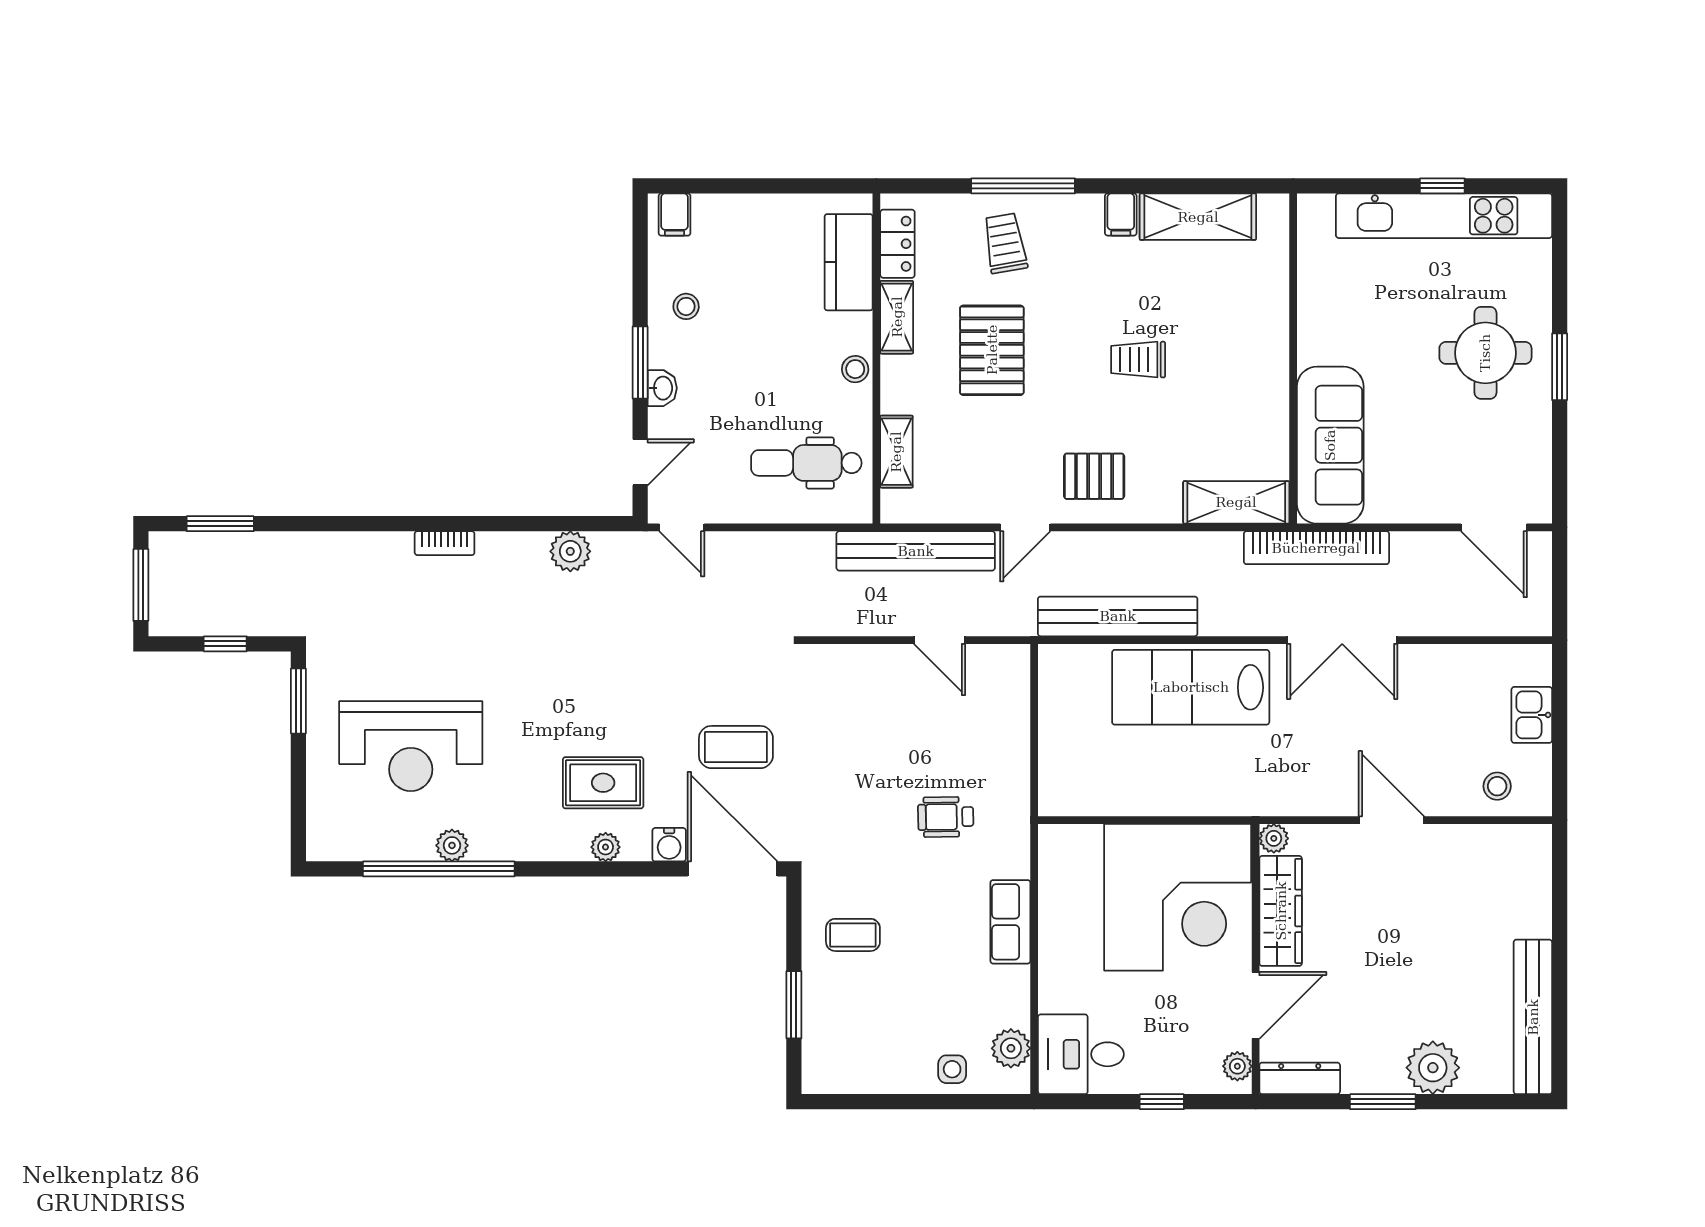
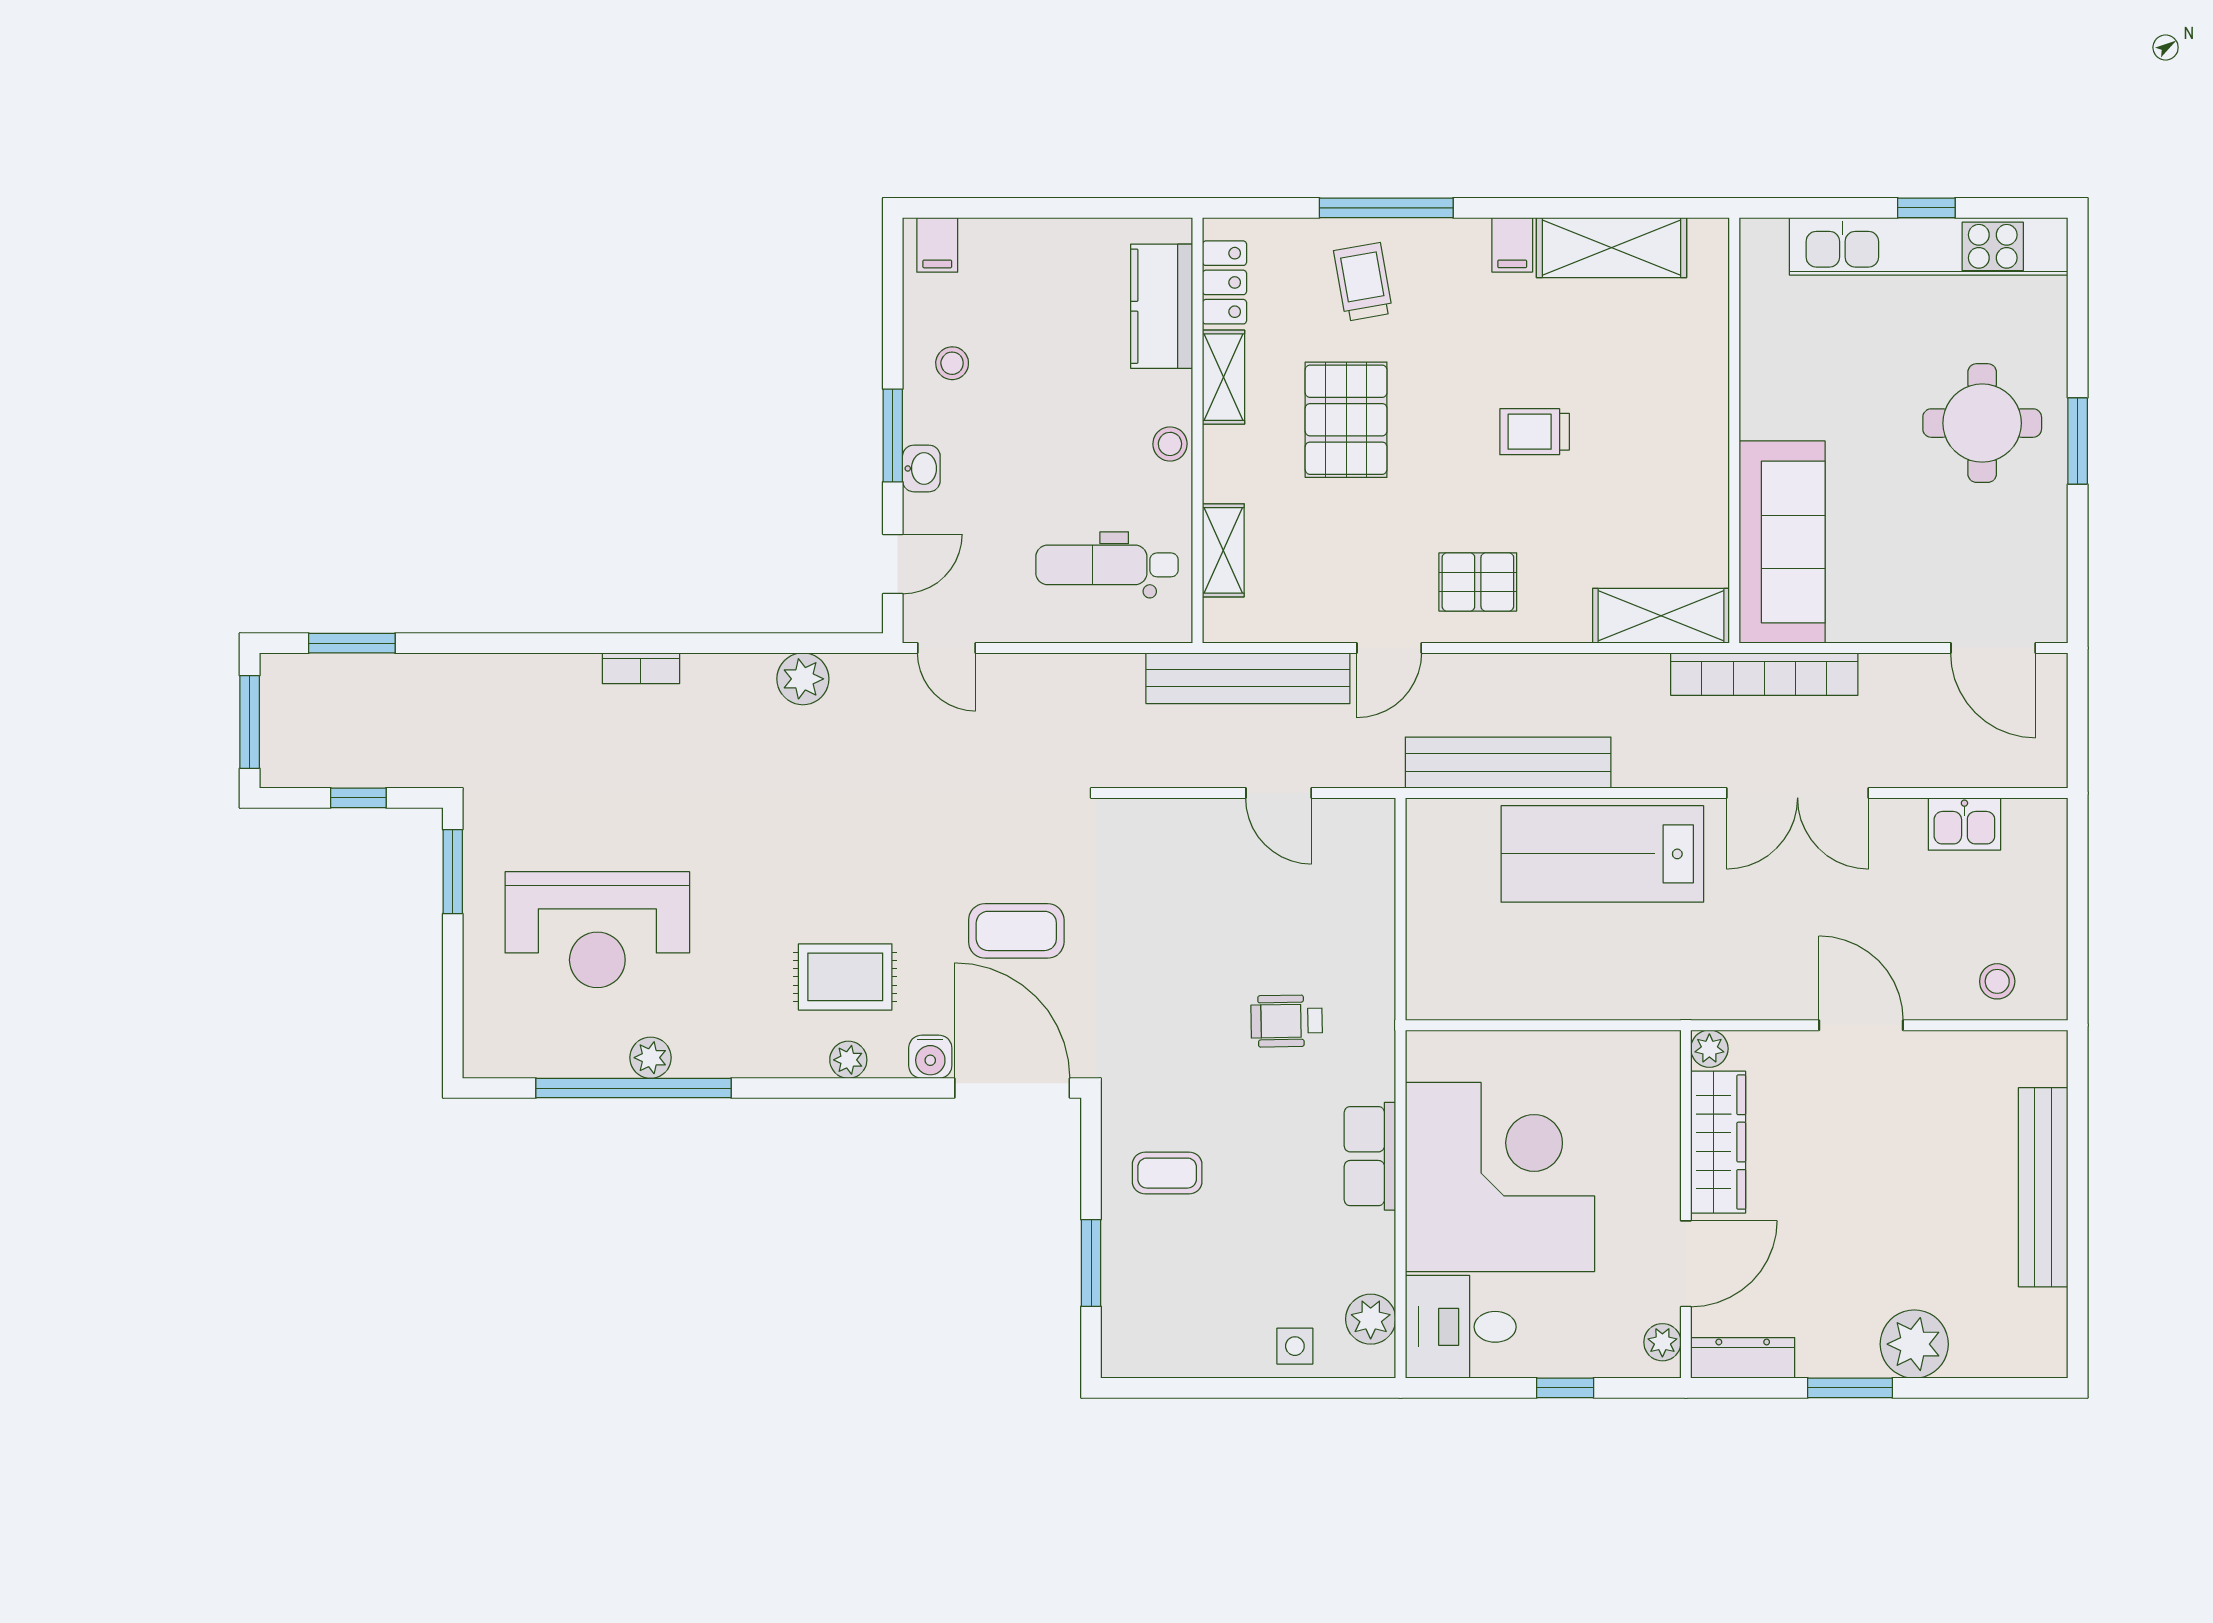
kitchen sink: (1532, 715) -> (1964, 824), moved, turned -90
corner desk: (1178, 897) -> (1500, 1177), moved, turned -90
bench: (1533, 1017) -> (2043, 1187), moved

